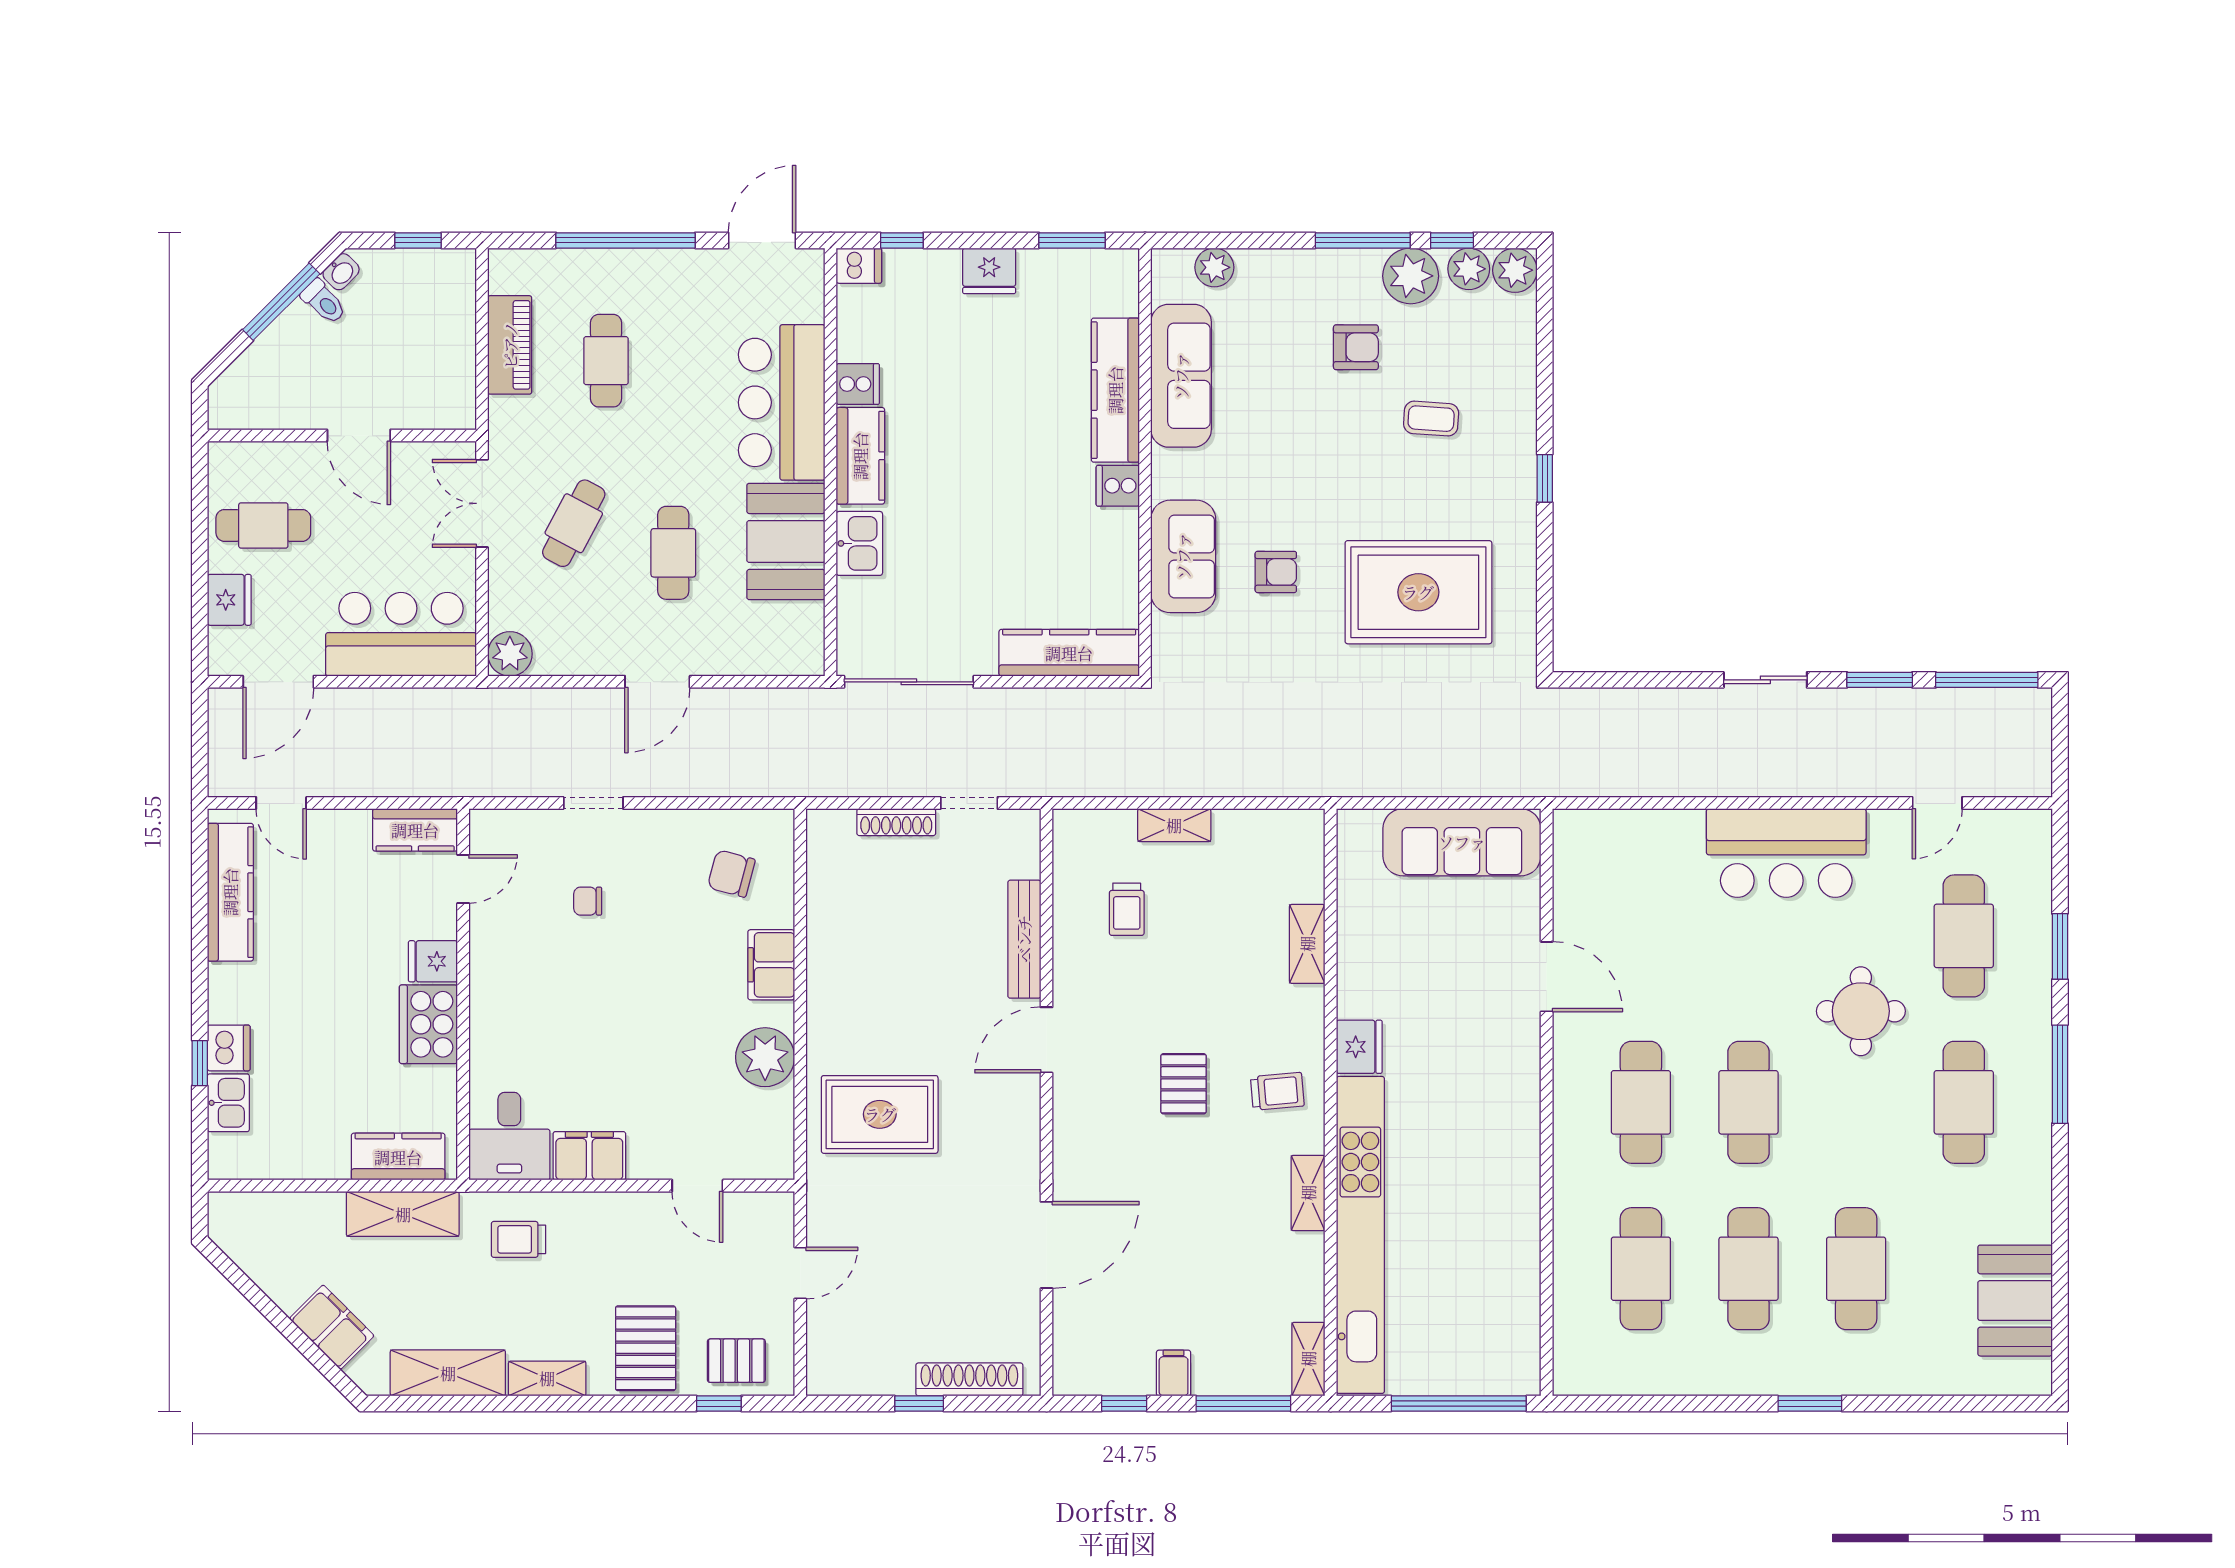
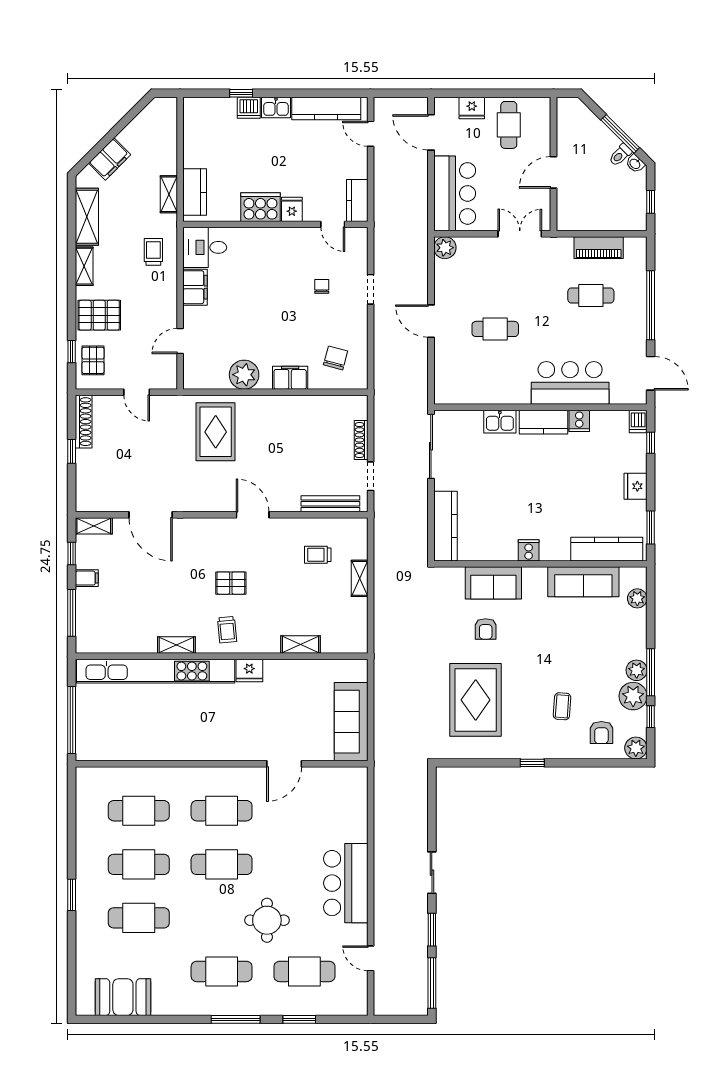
plant: (1469, 269) -> (637, 670), moved
armchair: (1356, 347) -> (601, 733), moved
kitchen counter: (1115, 390) -> (607, 549), moved
cafe table: (574, 523) -> (510, 279), removed
booth: (786, 541) -> (501, 385), removed
door: (281, 803) -> (371, 134), hinge flipped
bench: (1024, 939) -> (330, 504), moved
kitchen sink: (228, 1103) -> (276, 107), moved
shelving: (403, 1214) -> (169, 194), width x0.67, depth x0.75
shelving: (1308, 1359) -> (94, 526), moved
shoe rack: (969, 1379) -> (84, 422), moved

